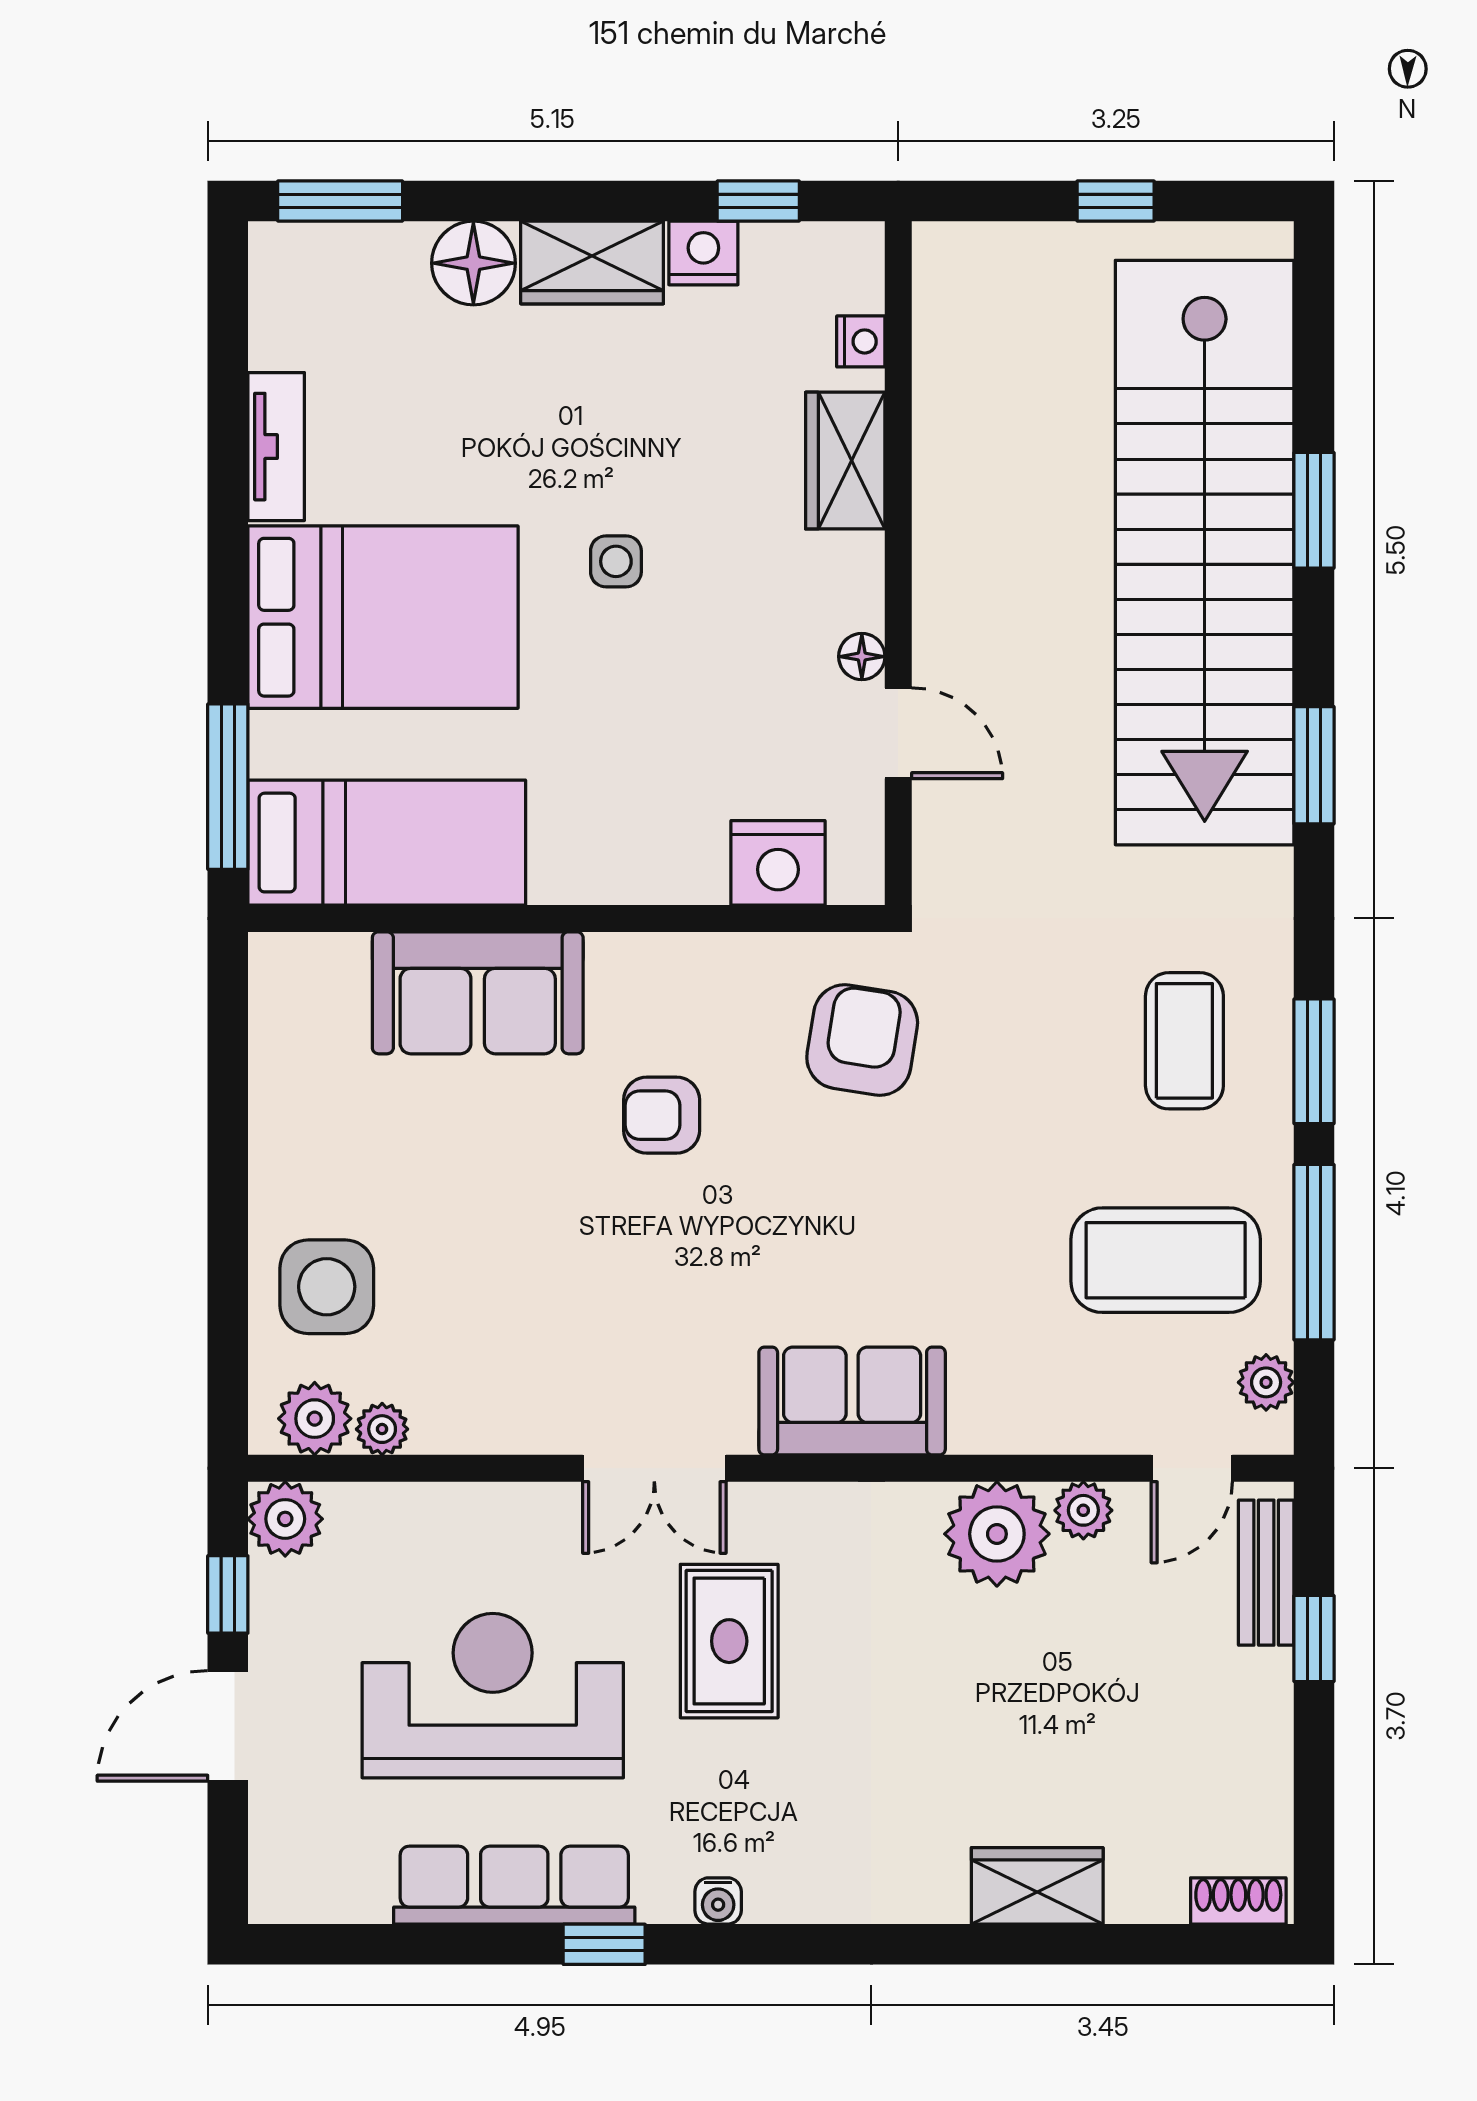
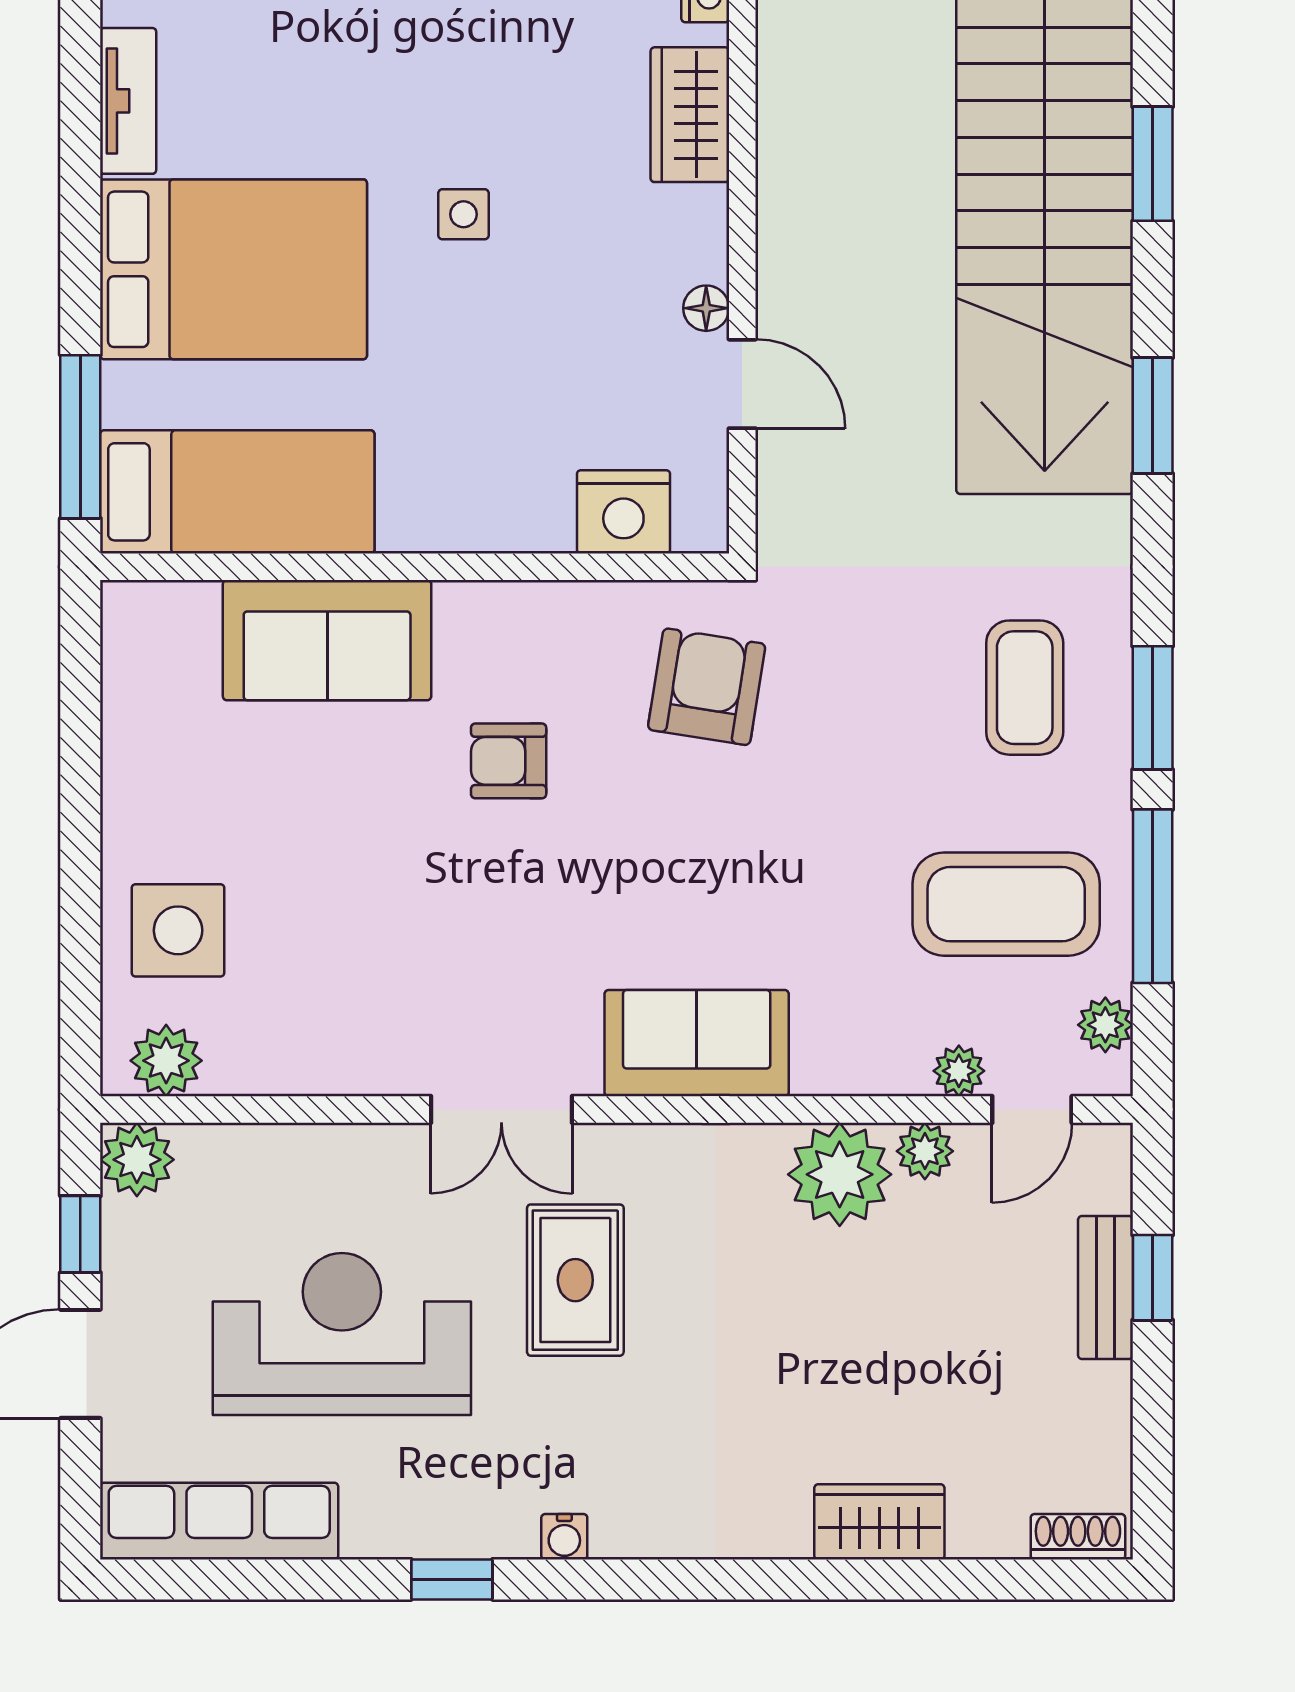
plant: (382, 1429) -> (959, 1071), moved
bench: (1266, 1573) -> (1105, 1288), moved
row of seats: (514, 1885) -> (219, 1521), moved

